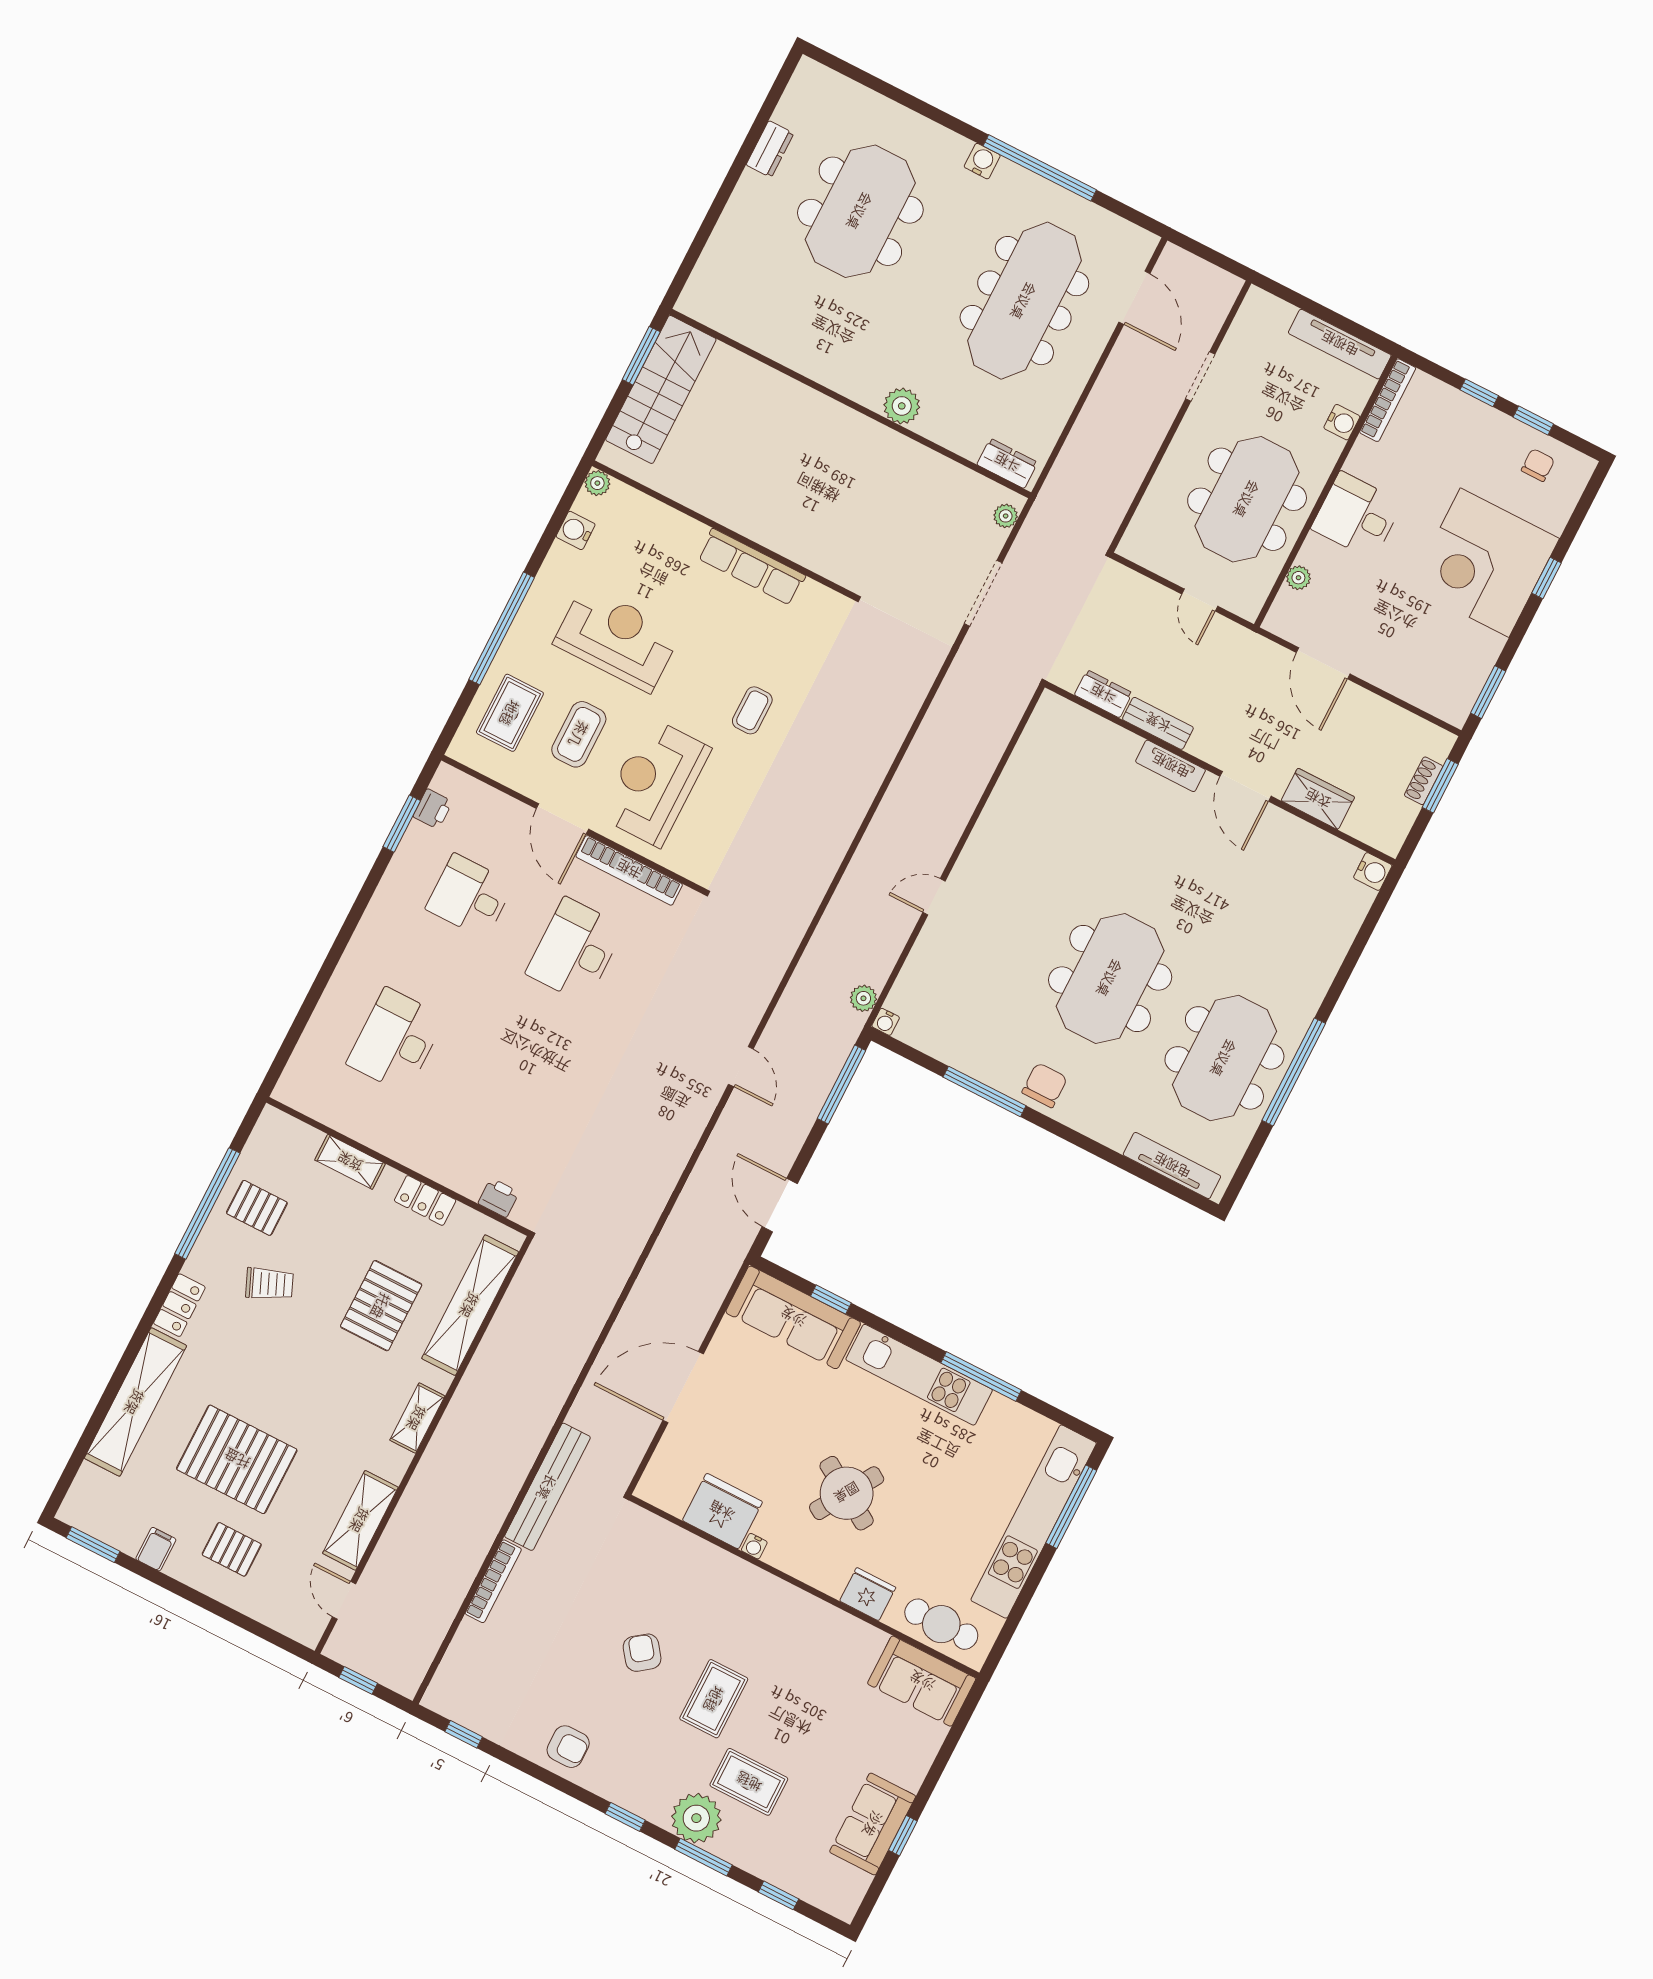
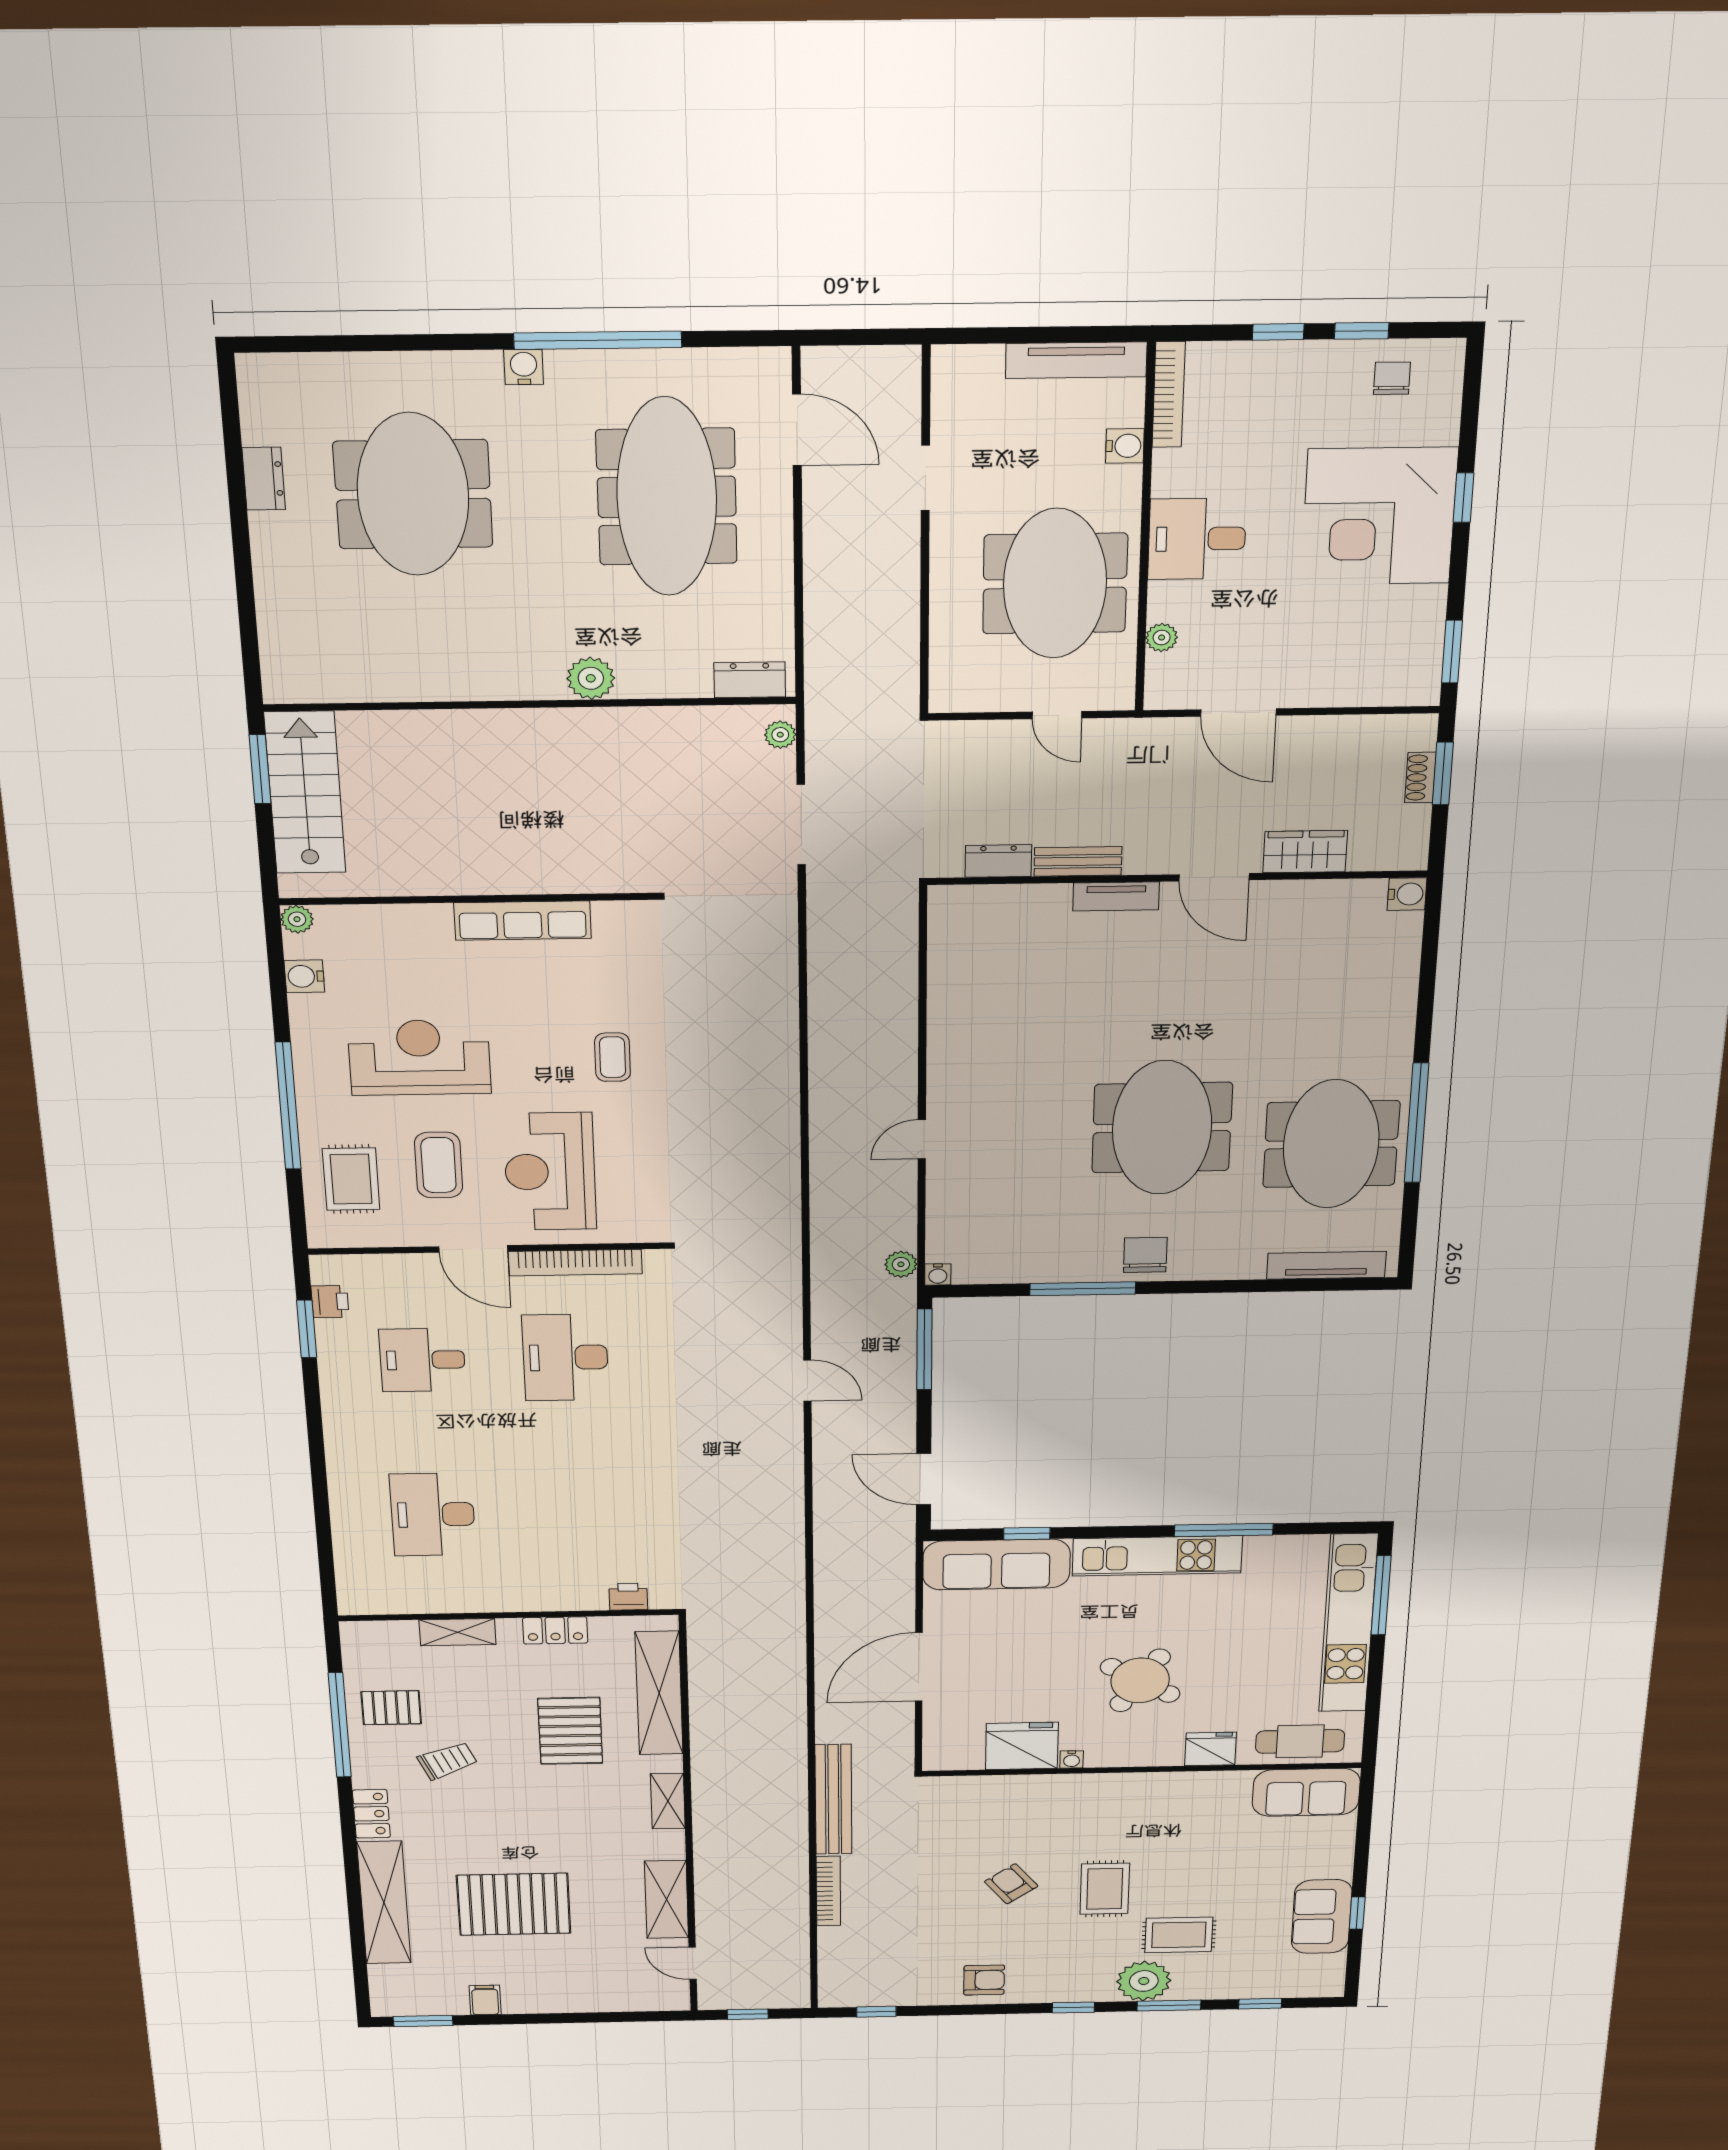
pallet: (232, 1549) -> (558, 1971), removed

